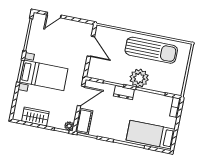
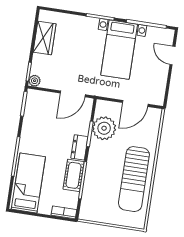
bed with nightstands: (44, 75) -> (119, 50), moved
plant: (139, 78) -> (104, 128), moved
door: (81, 96) -> (73, 94), hinge flipped
cot: (84, 121) -> (74, 175), moved, turned 90

